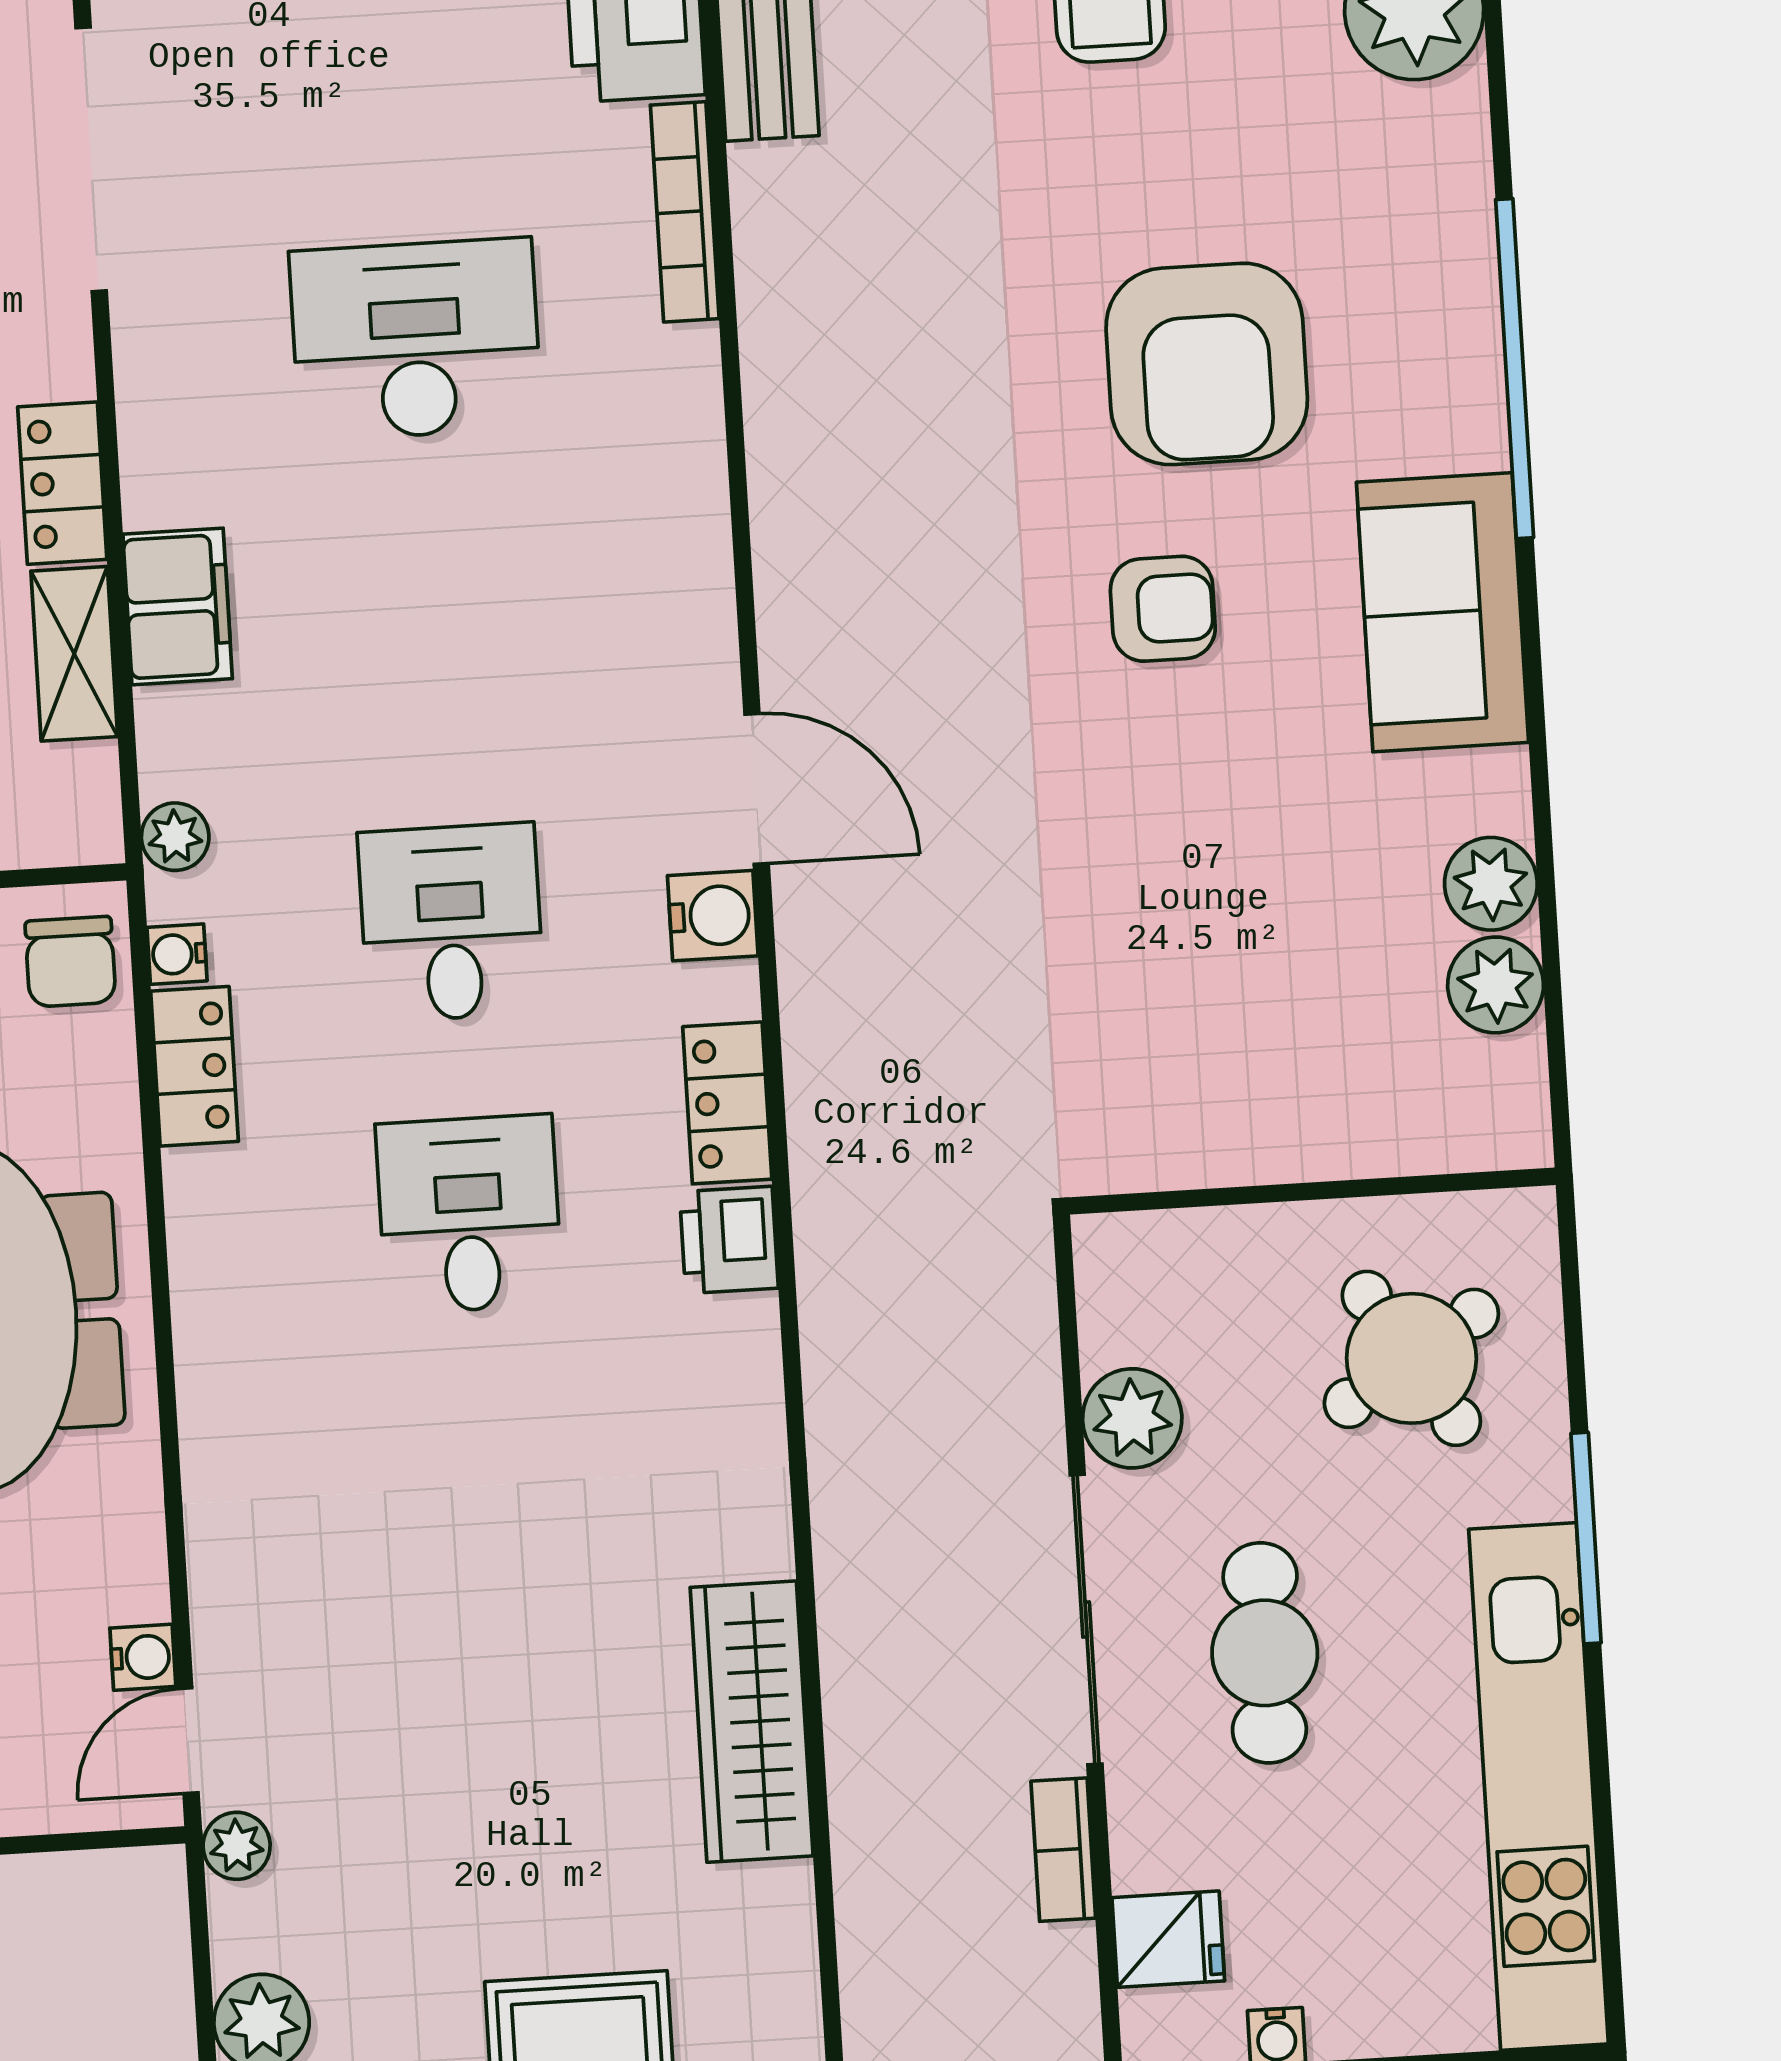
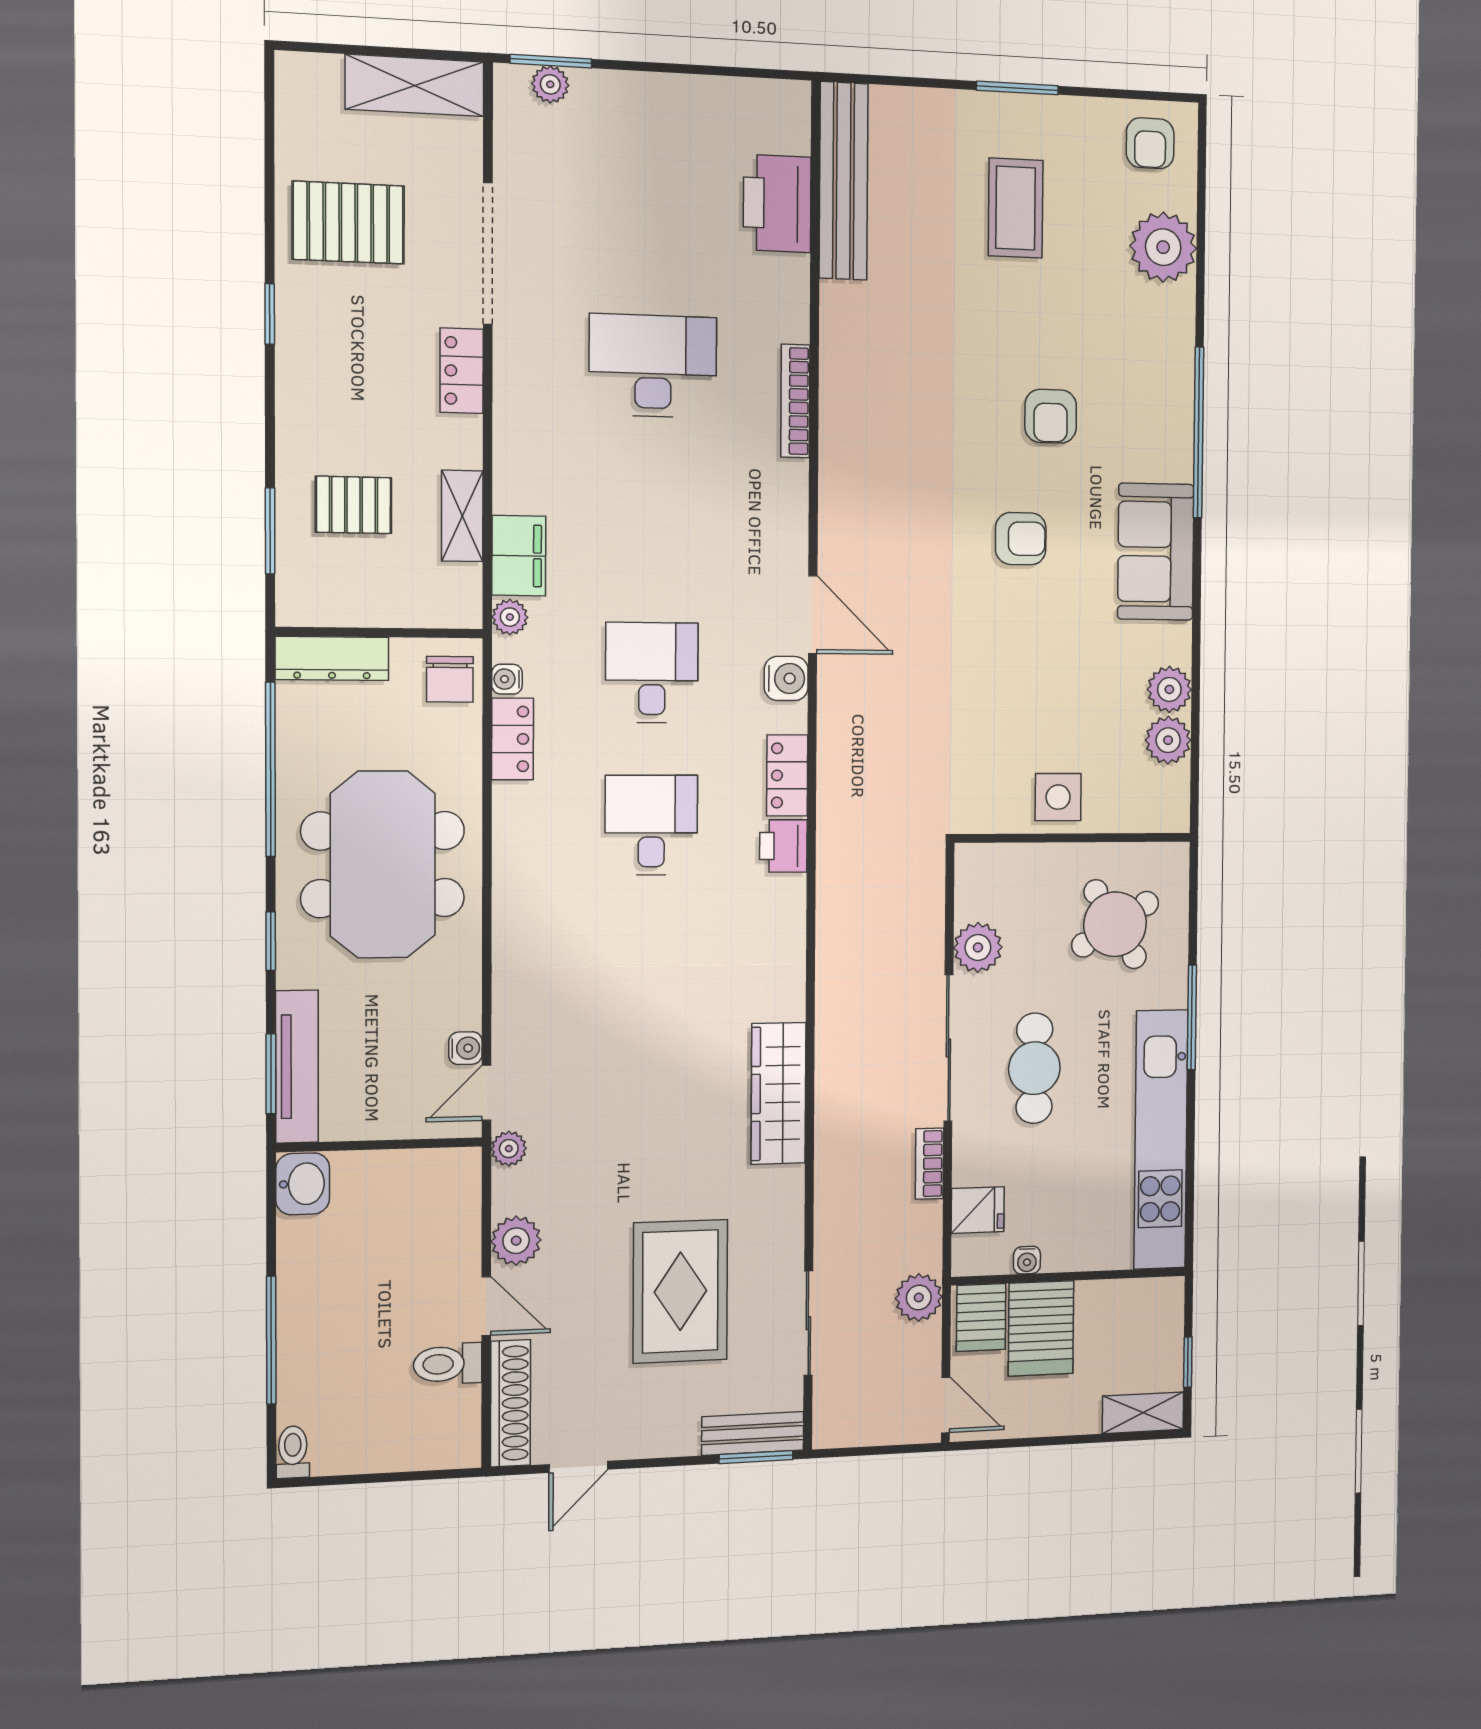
bookcase: (685, 212) -> (795, 401), moved
armchair: (1207, 364) -> (1051, 416), width x0.53, depth x0.53
locker: (62, 483) -> (462, 371), moved
filing cabinet: (178, 606) -> (519, 556), moved
side table: (1275, 1112) -> (1058, 797), added

